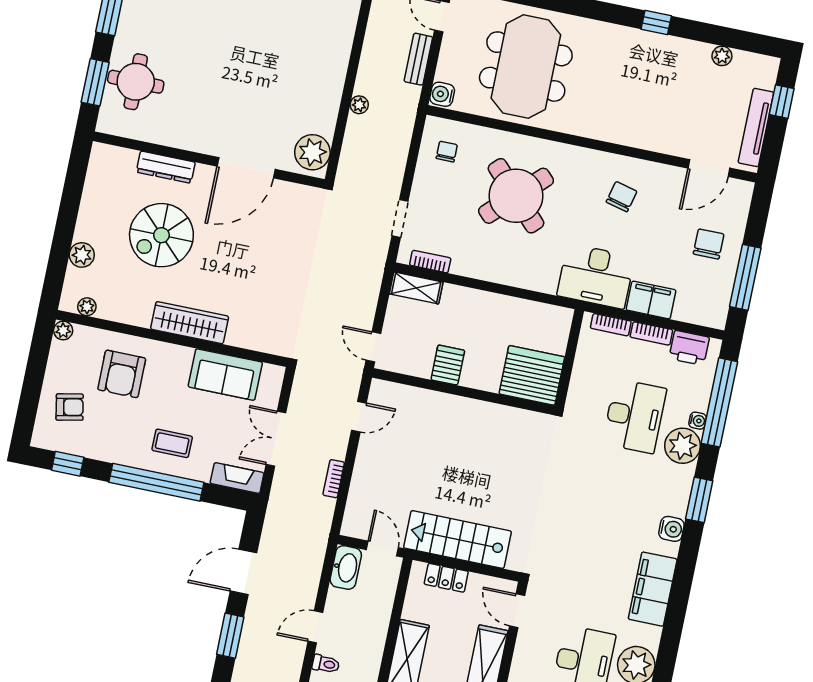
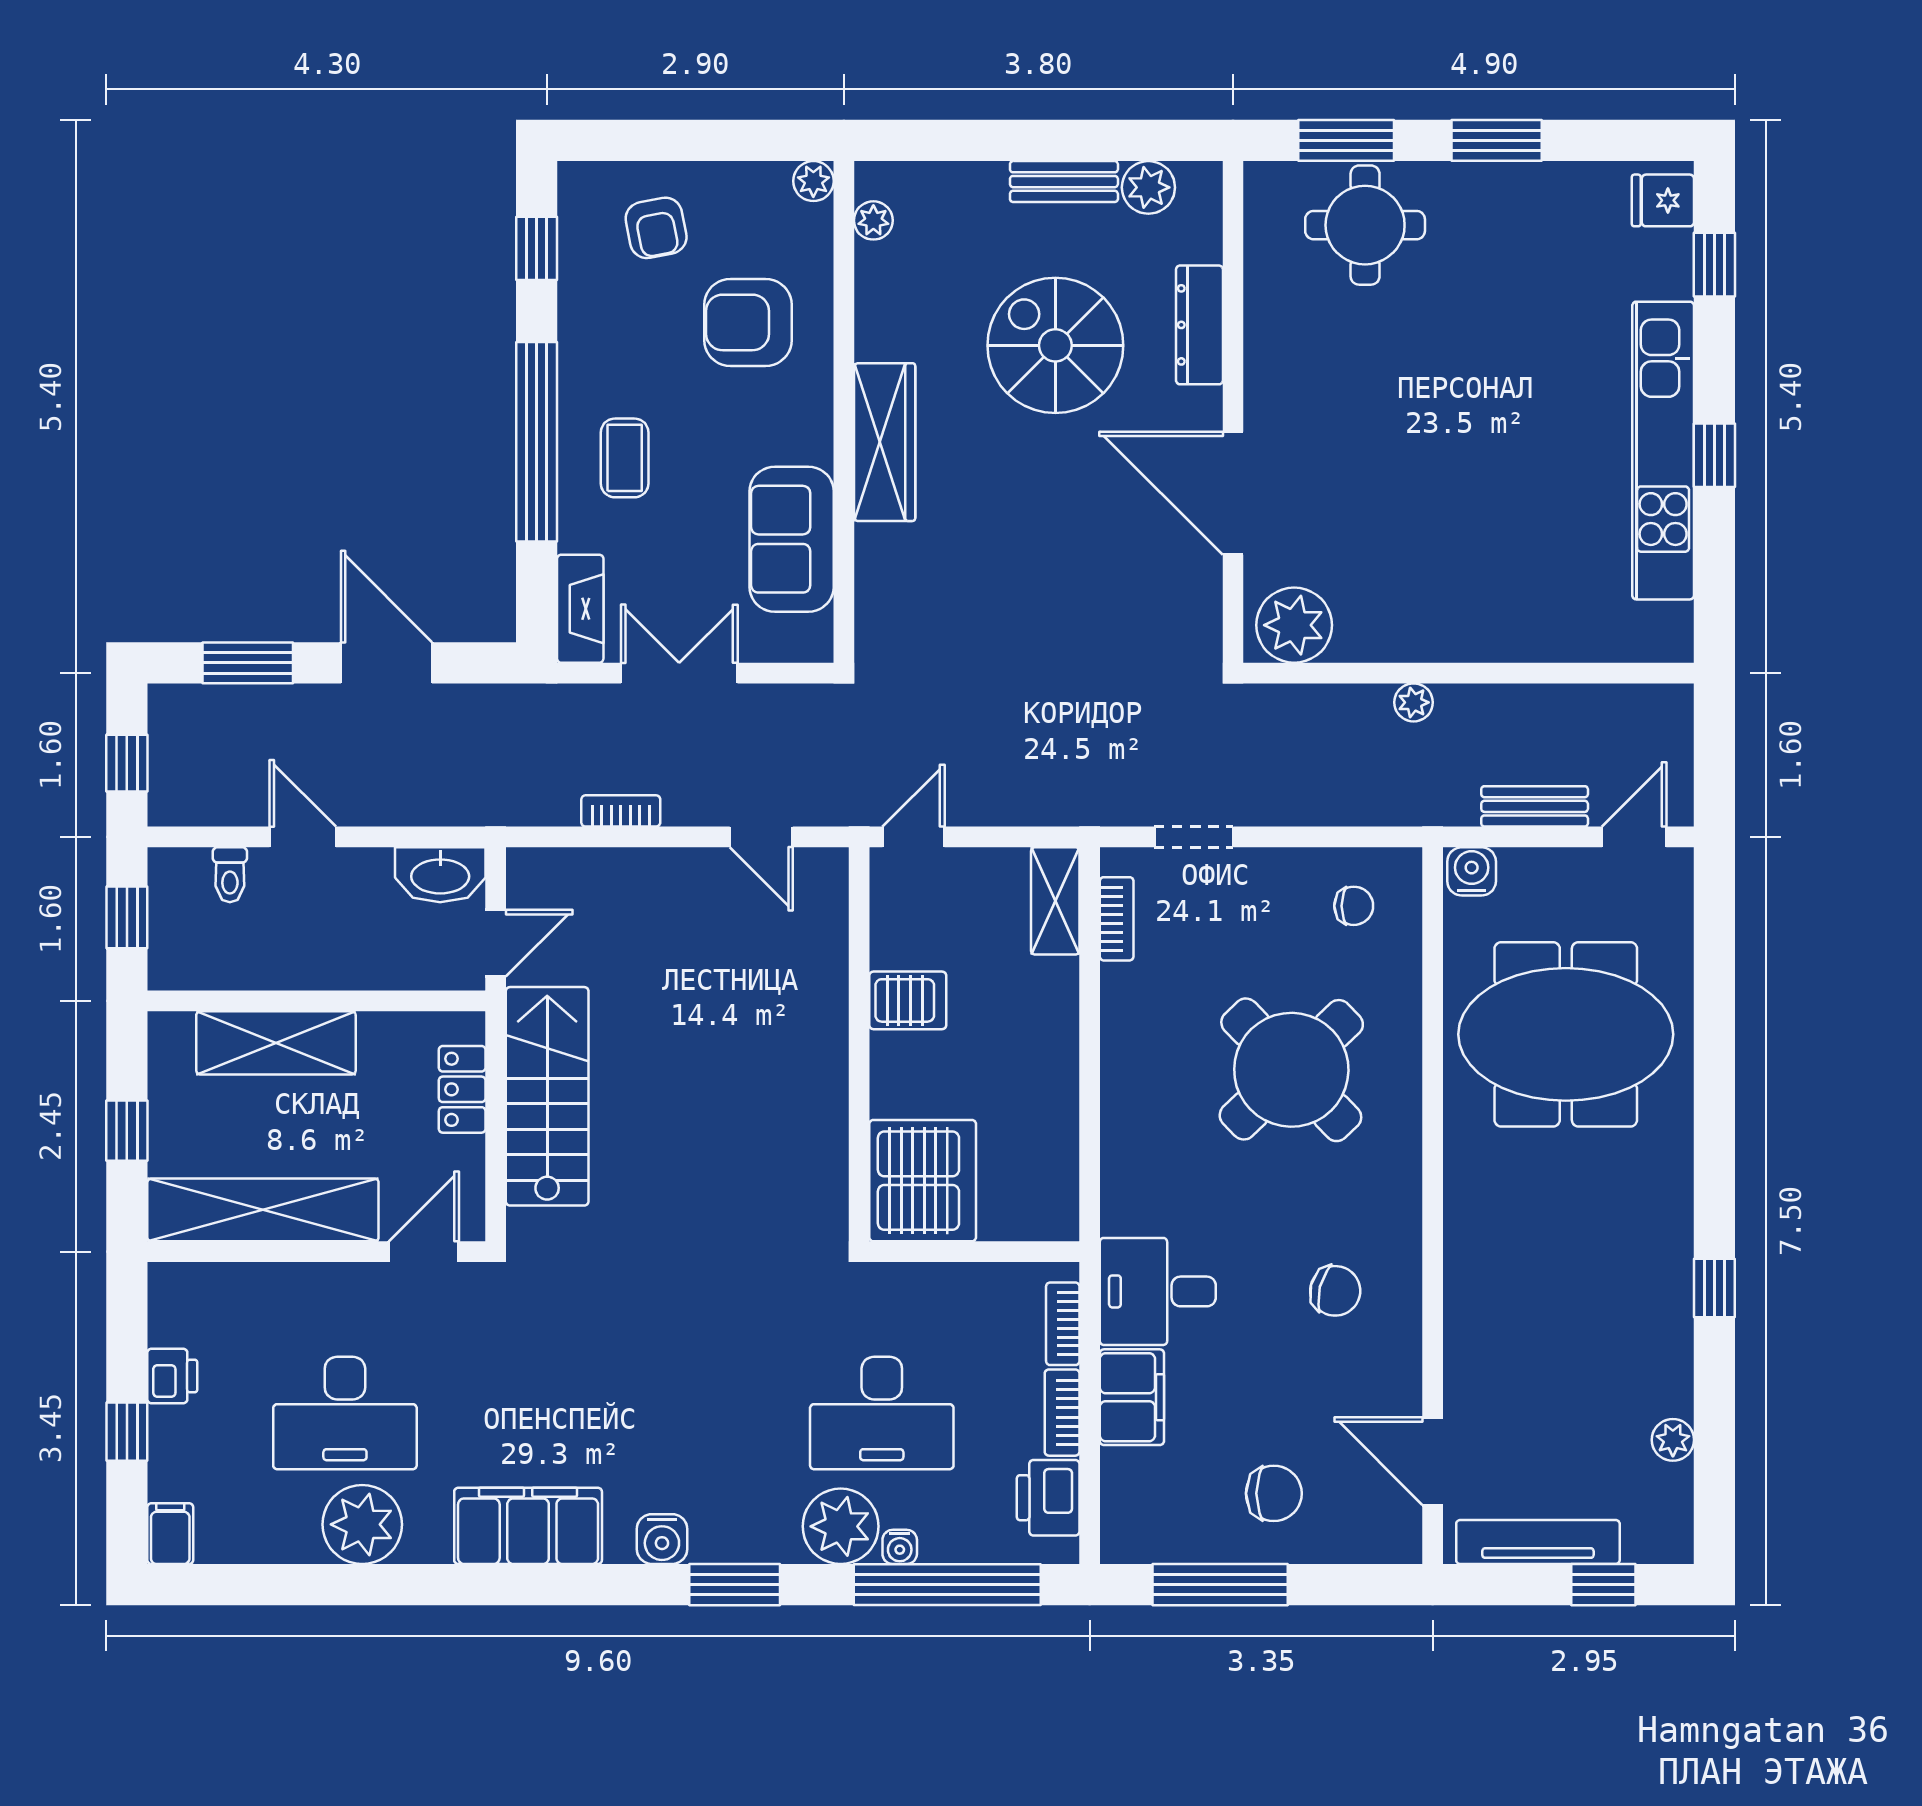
bench: (87, 216) -> (1064, 182), added
plant: (82, 255) -> (1148, 187), moved
desk: (596, 276) -> (1158, 1291), width x0.73

